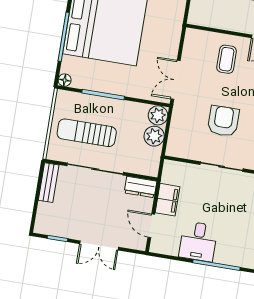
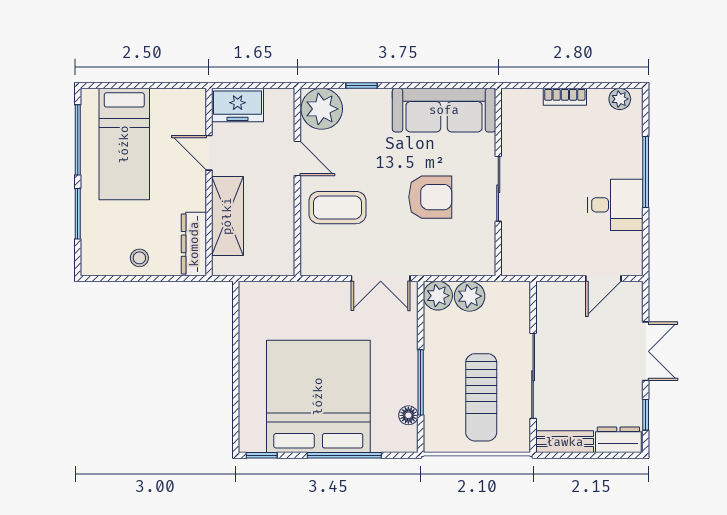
coffee table: (227, 59) -> (338, 208), width x1.36, depth x1.30
floor lamp: (65, 80) -> (408, 415), moved
armchair: (223, 121) -> (430, 197), turned 180
dresser: (141, 187) -> (618, 440), moved, turned -90
filing cabinet: (168, 200) -> (561, 261), removed

